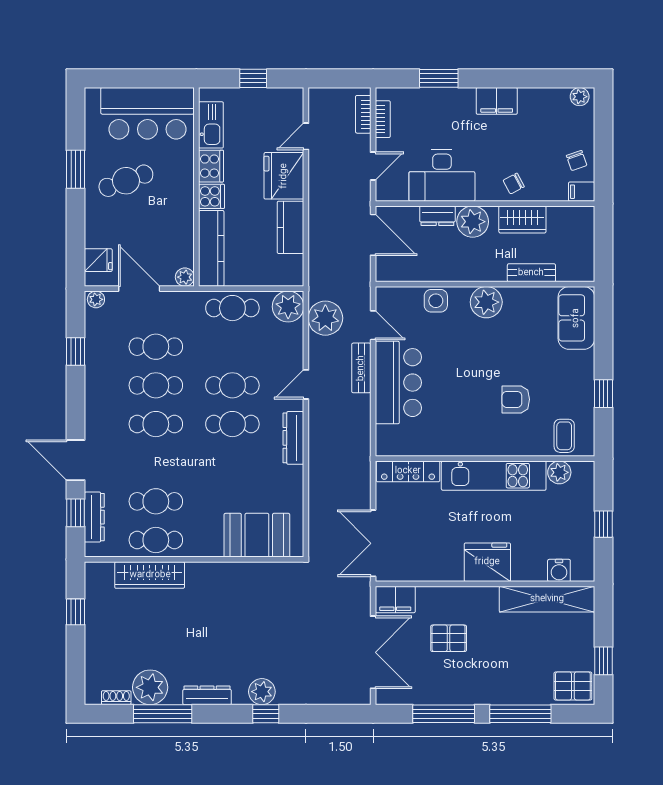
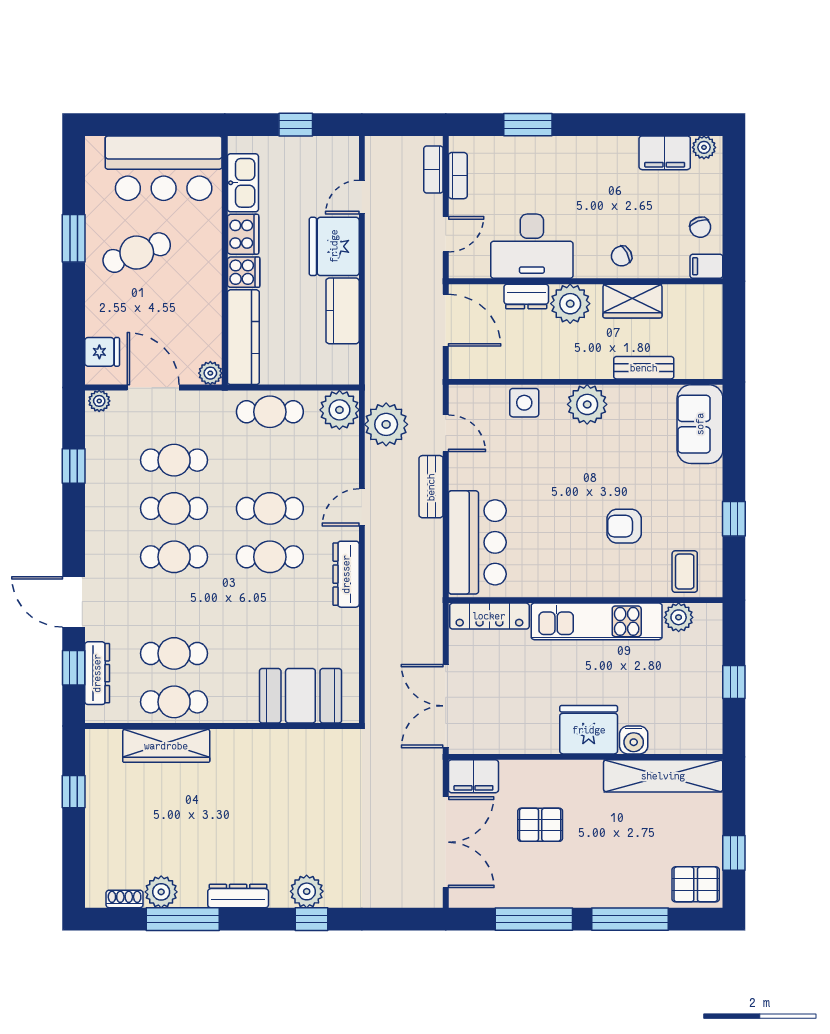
filing cabinet: (497, 101) -> (665, 153), moved
bar counter: (398, 383) -> (477, 542), moved
water cooler: (559, 570) -> (634, 740), moved
plant: (150, 687) -> (161, 892), width x0.73, depth x0.73

